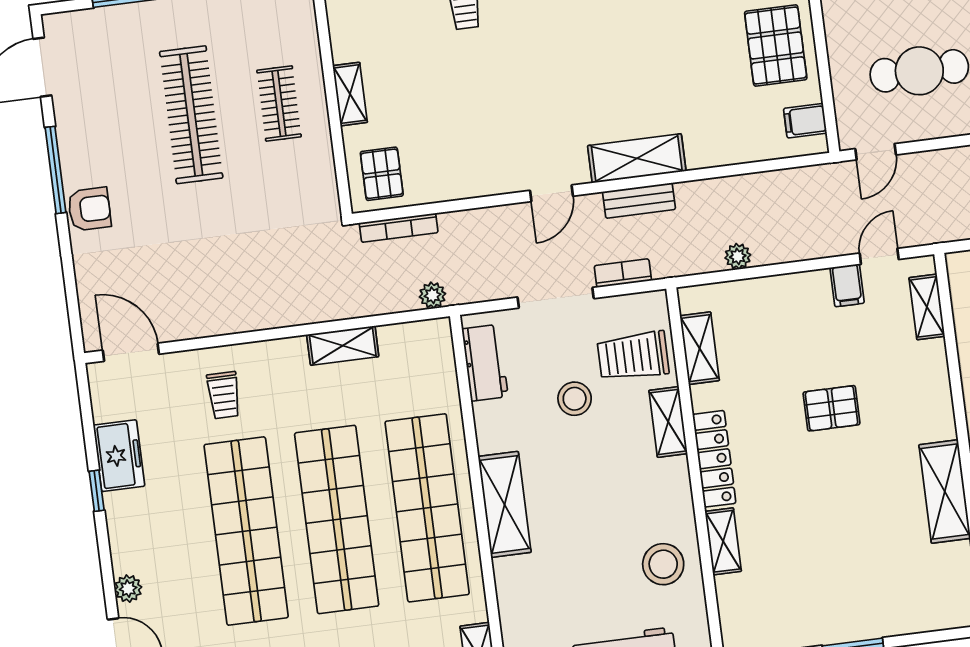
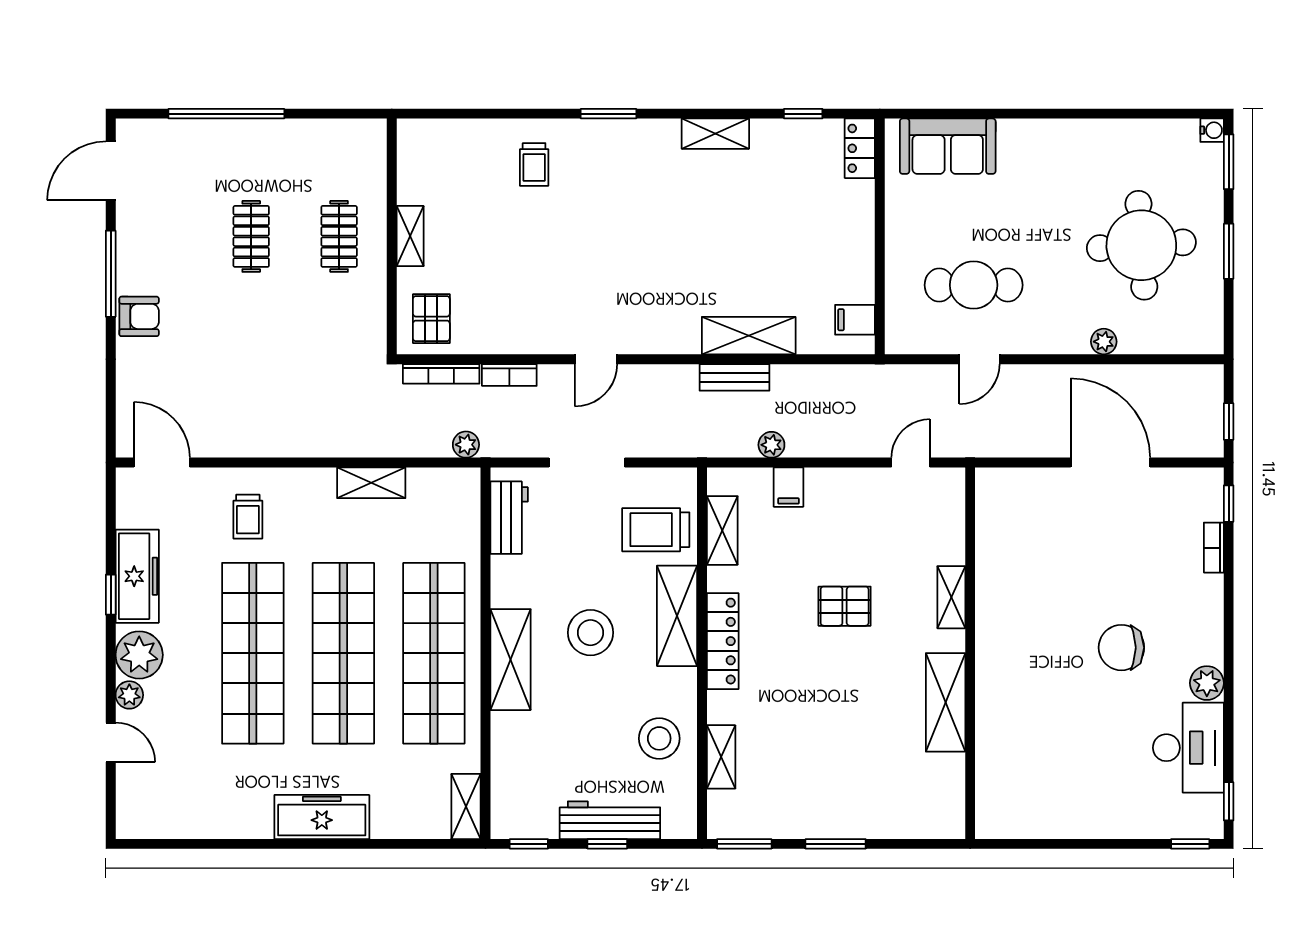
pallet: (776, 45) -> (835, 242), removed
clothes rail: (191, 115) -> (251, 236), width x0.54, depth x0.76
door: (876, 152) -> (980, 359), moved
shelving: (637, 158) -> (749, 336), moved
bench: (639, 201) -> (734, 377), moved
bookcase: (623, 273) -> (509, 375), moved, turned 180
filing cabinet: (847, 285) -> (788, 487), moved
shelving: (927, 307) -> (951, 597), moved
stool: (575, 399) -> (591, 633), moved, width x1.38, depth x1.38
shelving: (668, 422) -> (677, 616), width x1.50, depth x1.33
freezer: (119, 456) -> (137, 576), width x1.40
shelving: (723, 541) -> (721, 757), moved
plant: (133, 547) -> (139, 655), added

